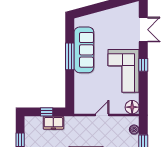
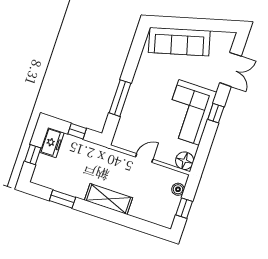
sofa: (84, 50) -> (179, 42), moved, turned 75
window: (70, 56) -> (120, 98), moved
freezer: (53, 123) -> (52, 143), moved, turned -90

